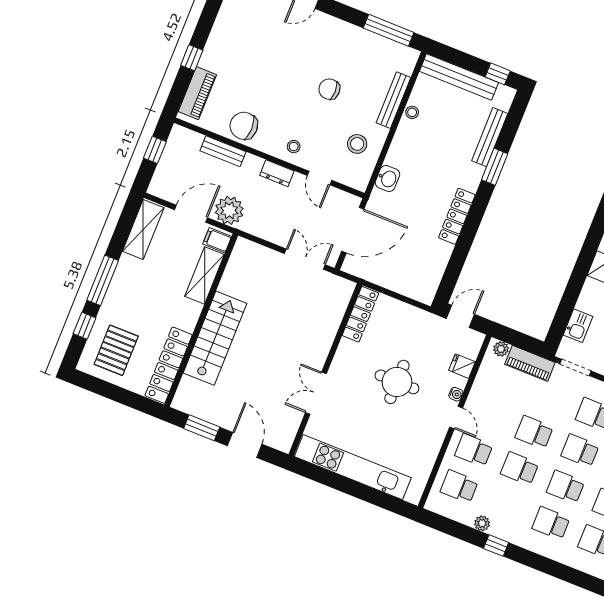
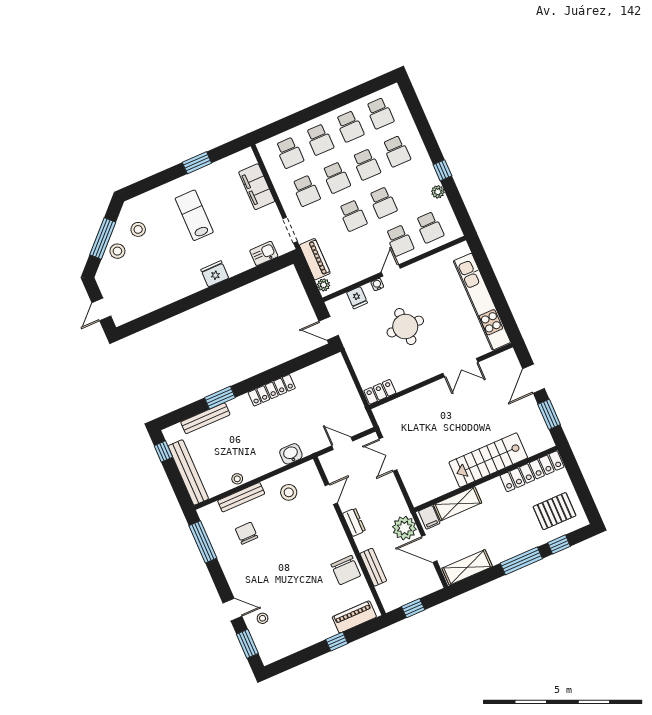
chair: (329, 89) -> (247, 533), moved, turned 180
stool: (294, 147) -> (263, 618), moved
door: (353, 230) -> (342, 443), width x0.53
locker: (360, 314) -> (380, 392), width x0.66

